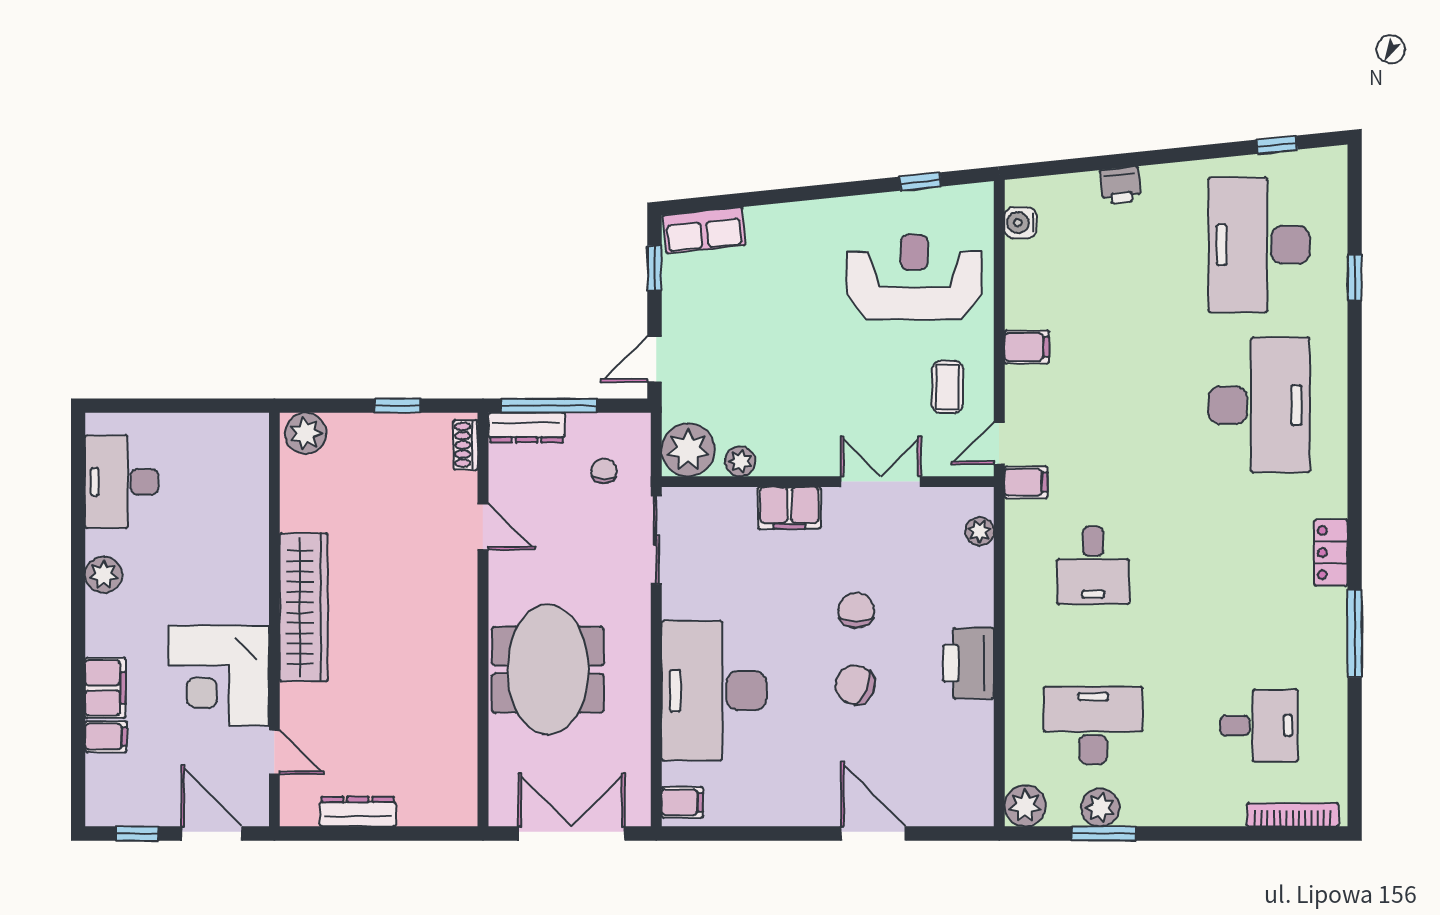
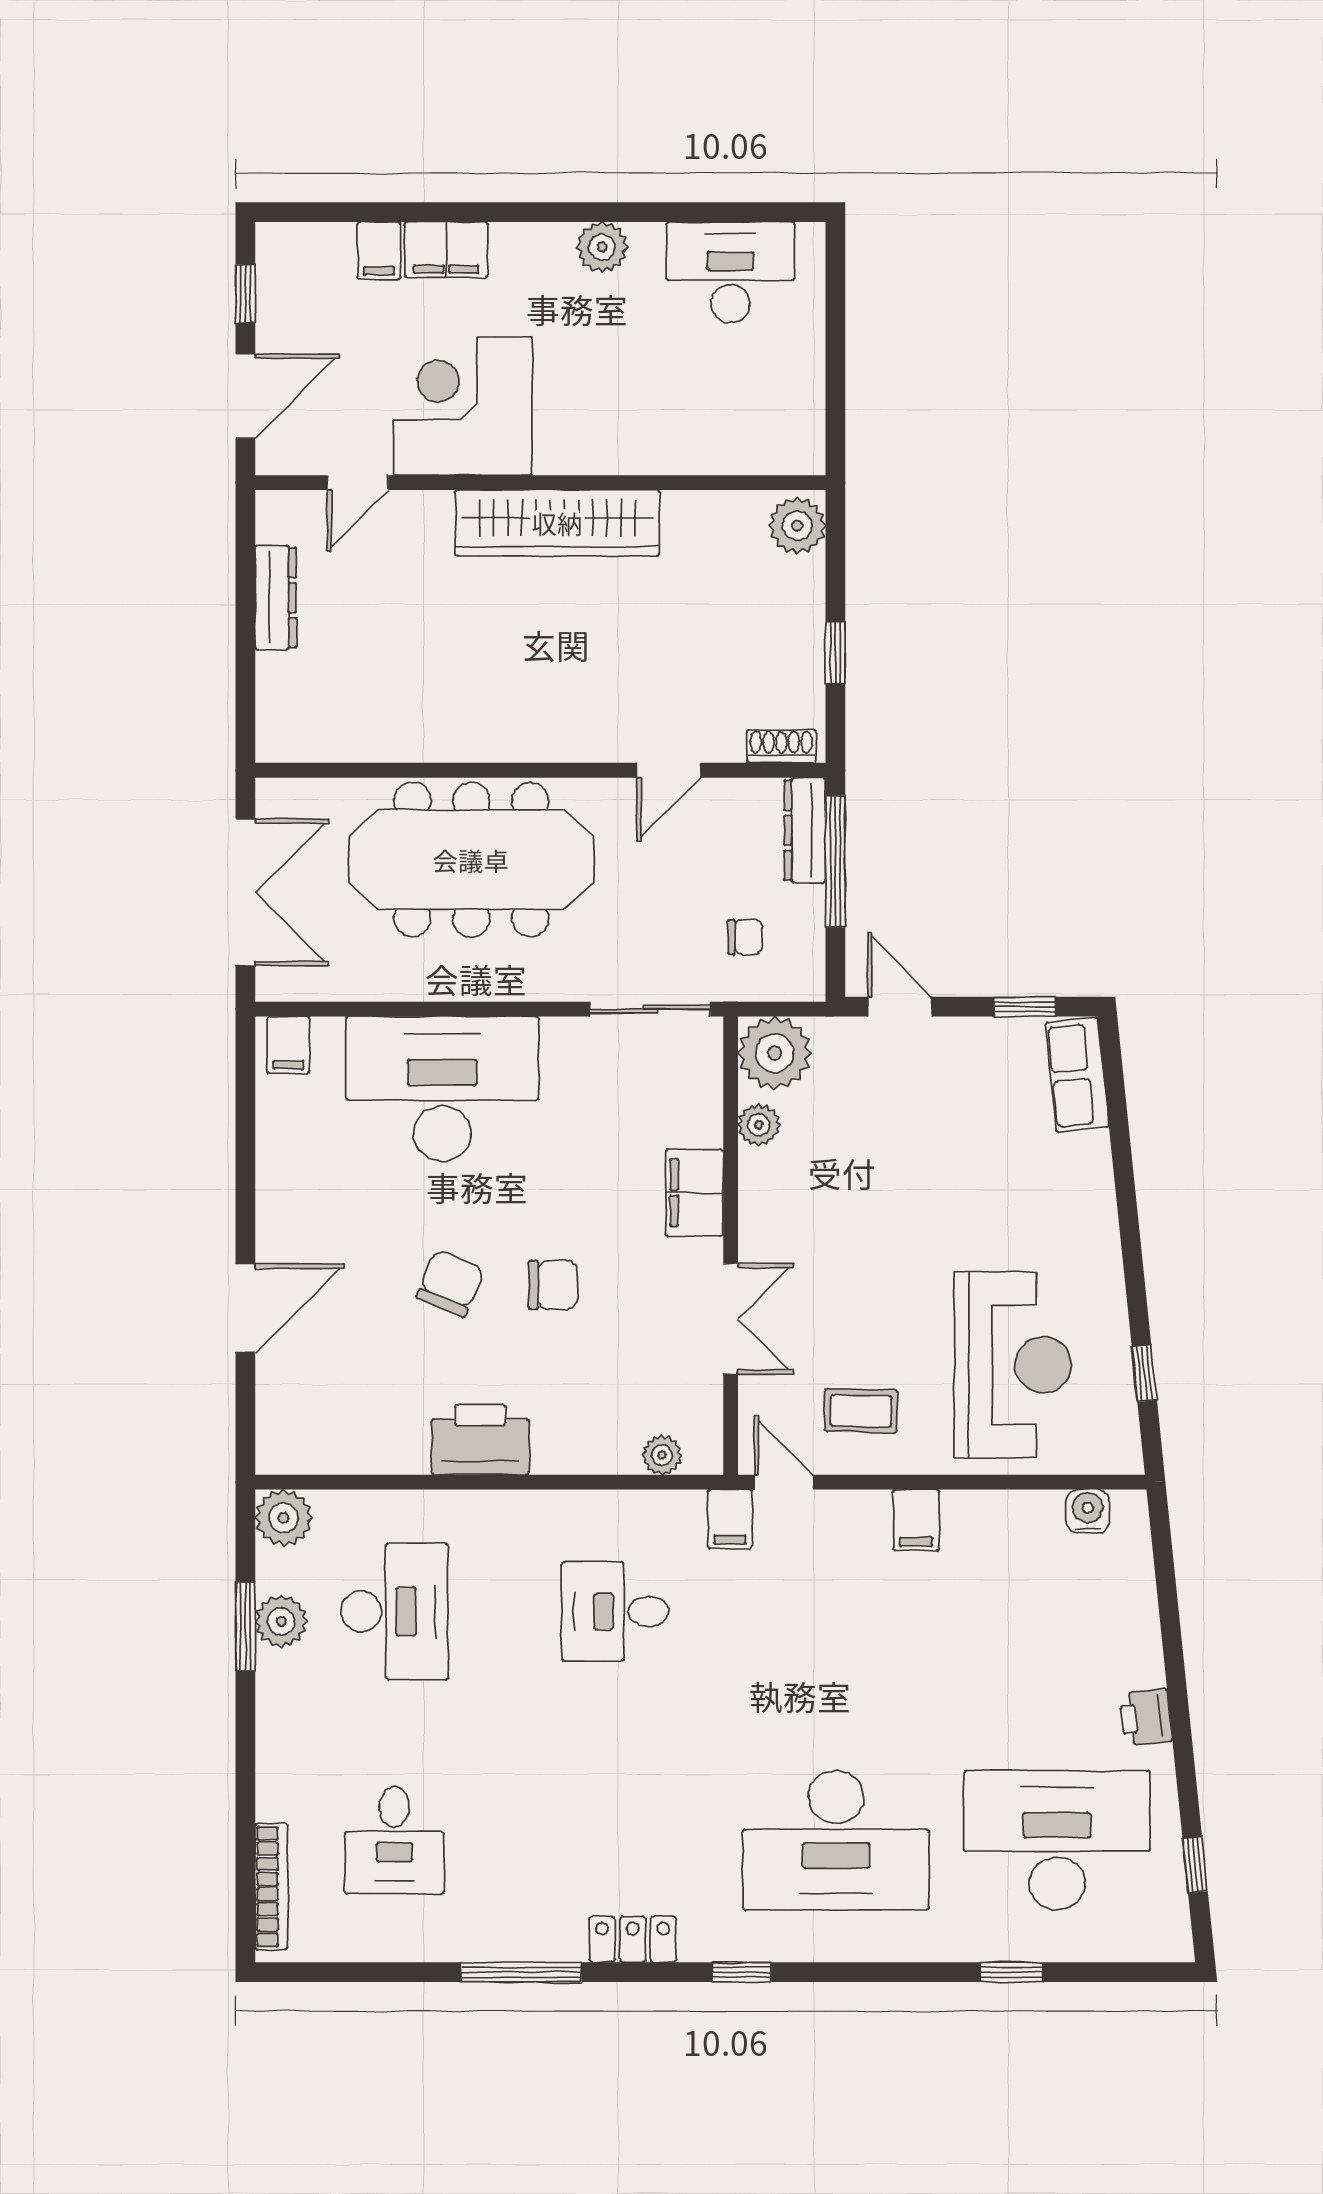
printer: (1120, 186) -> (1146, 1717), moved
window: (1355, 473) -> (742, 1972), added
meeting table: (548, 670) -> (471, 860), width x1.36

